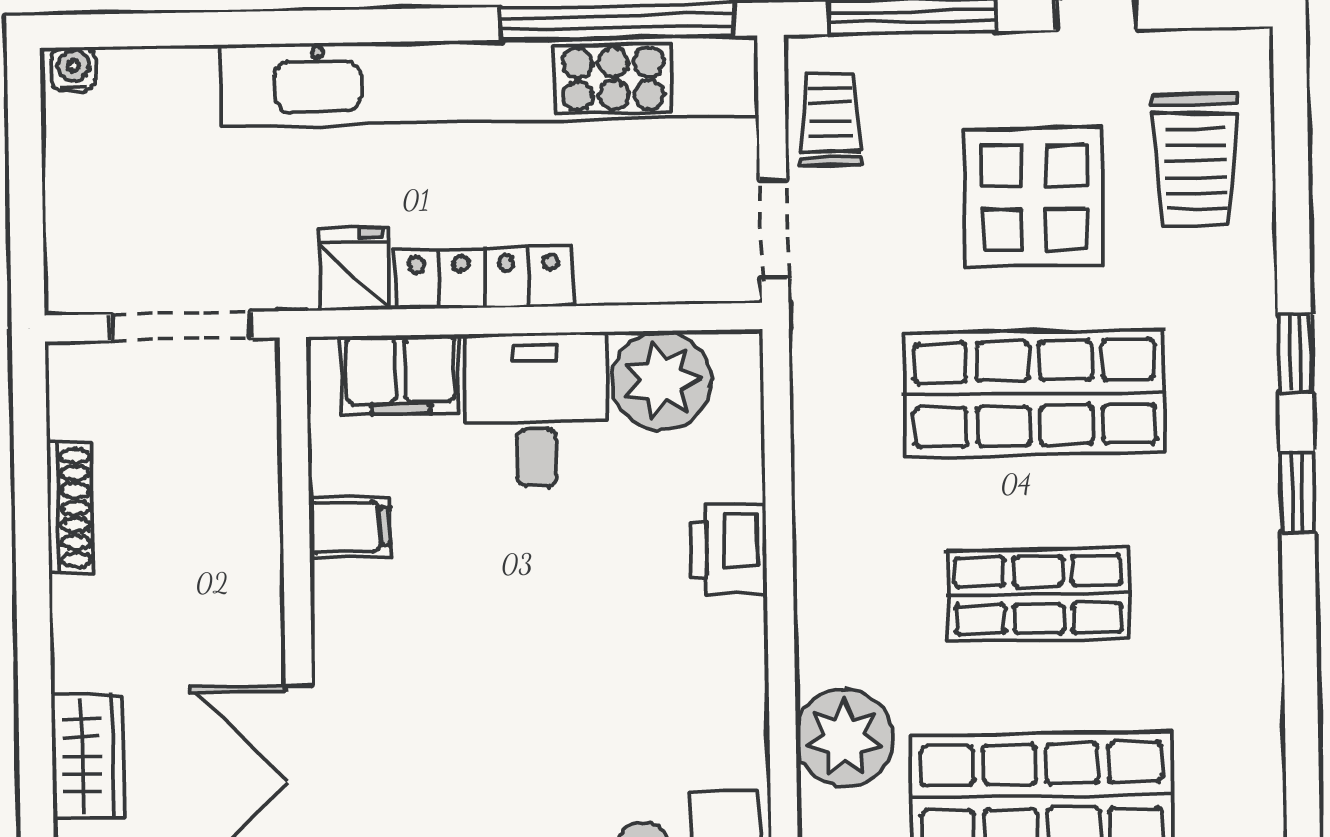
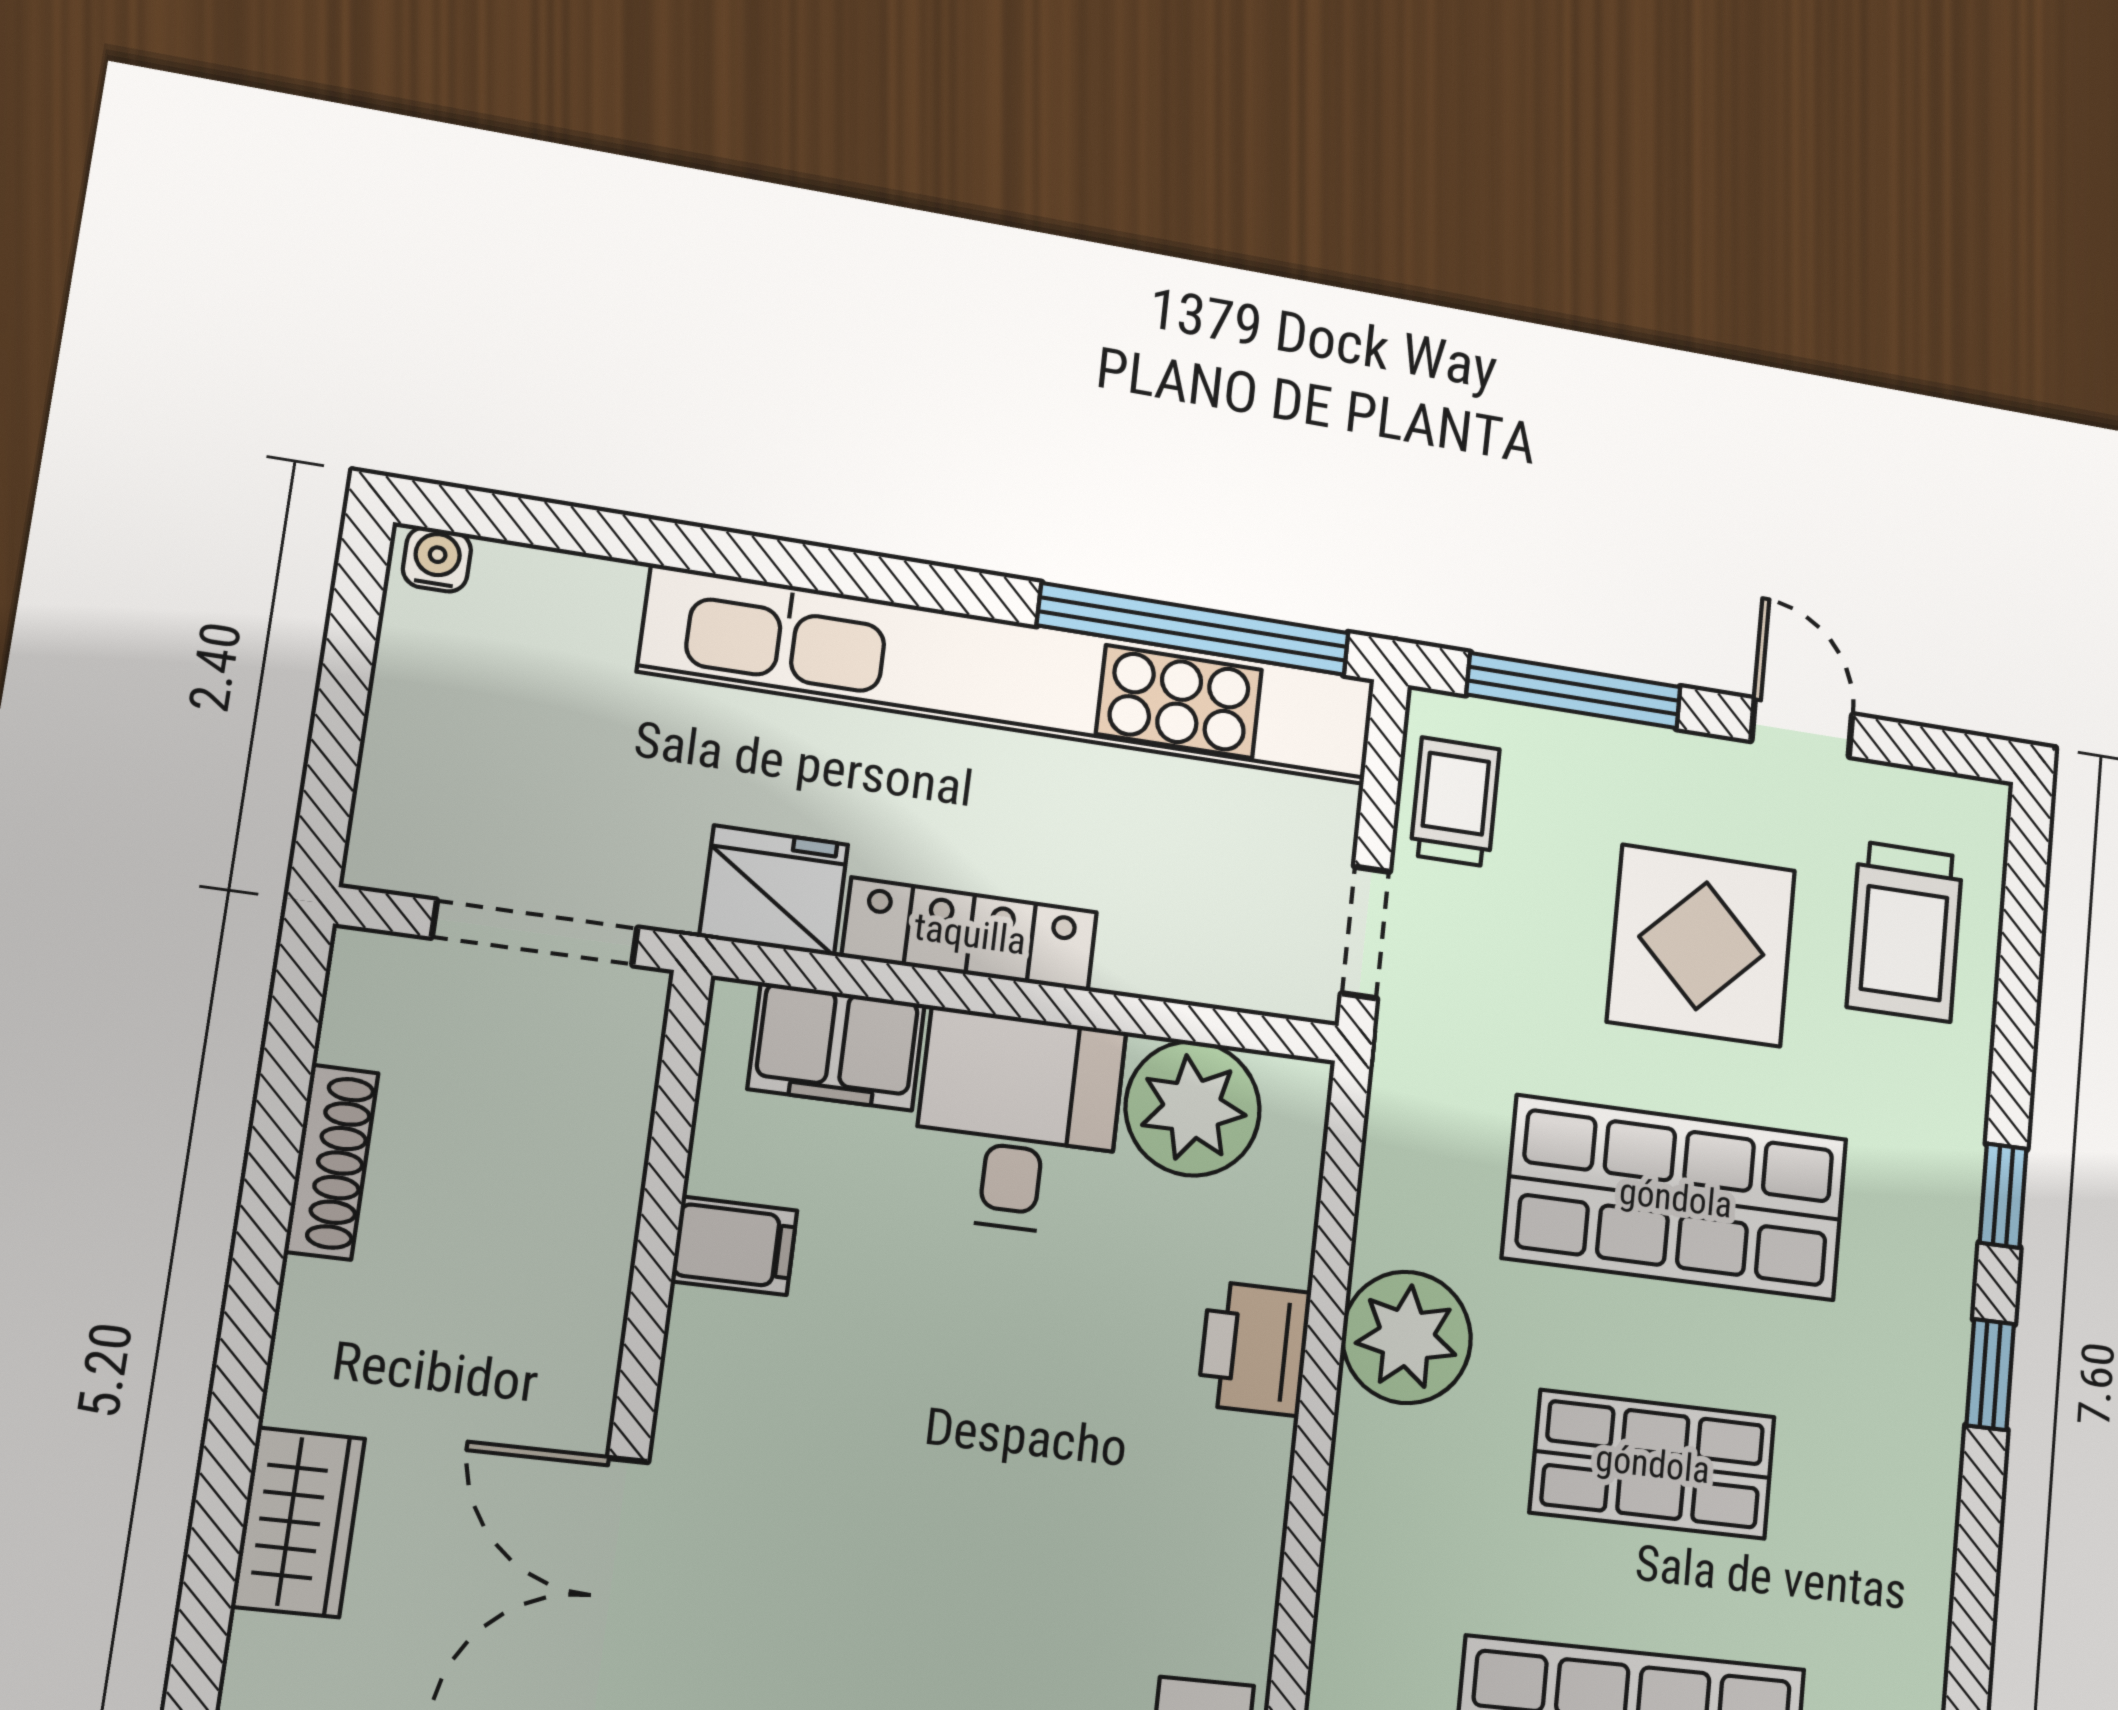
fridge: (354, 269) -> (774, 891), width x1.38
plant: (844, 738) -> (1407, 1337), moved

